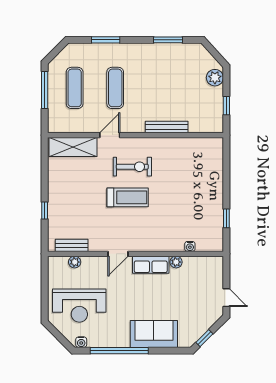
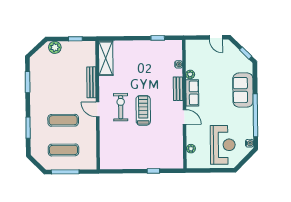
door: (110, 135) -> (98, 109), moved
shelving: (73, 147) -> (106, 58), moved
bench: (72, 245) -> (178, 89), moved
door: (226, 298) -> (216, 37), swing flipped

